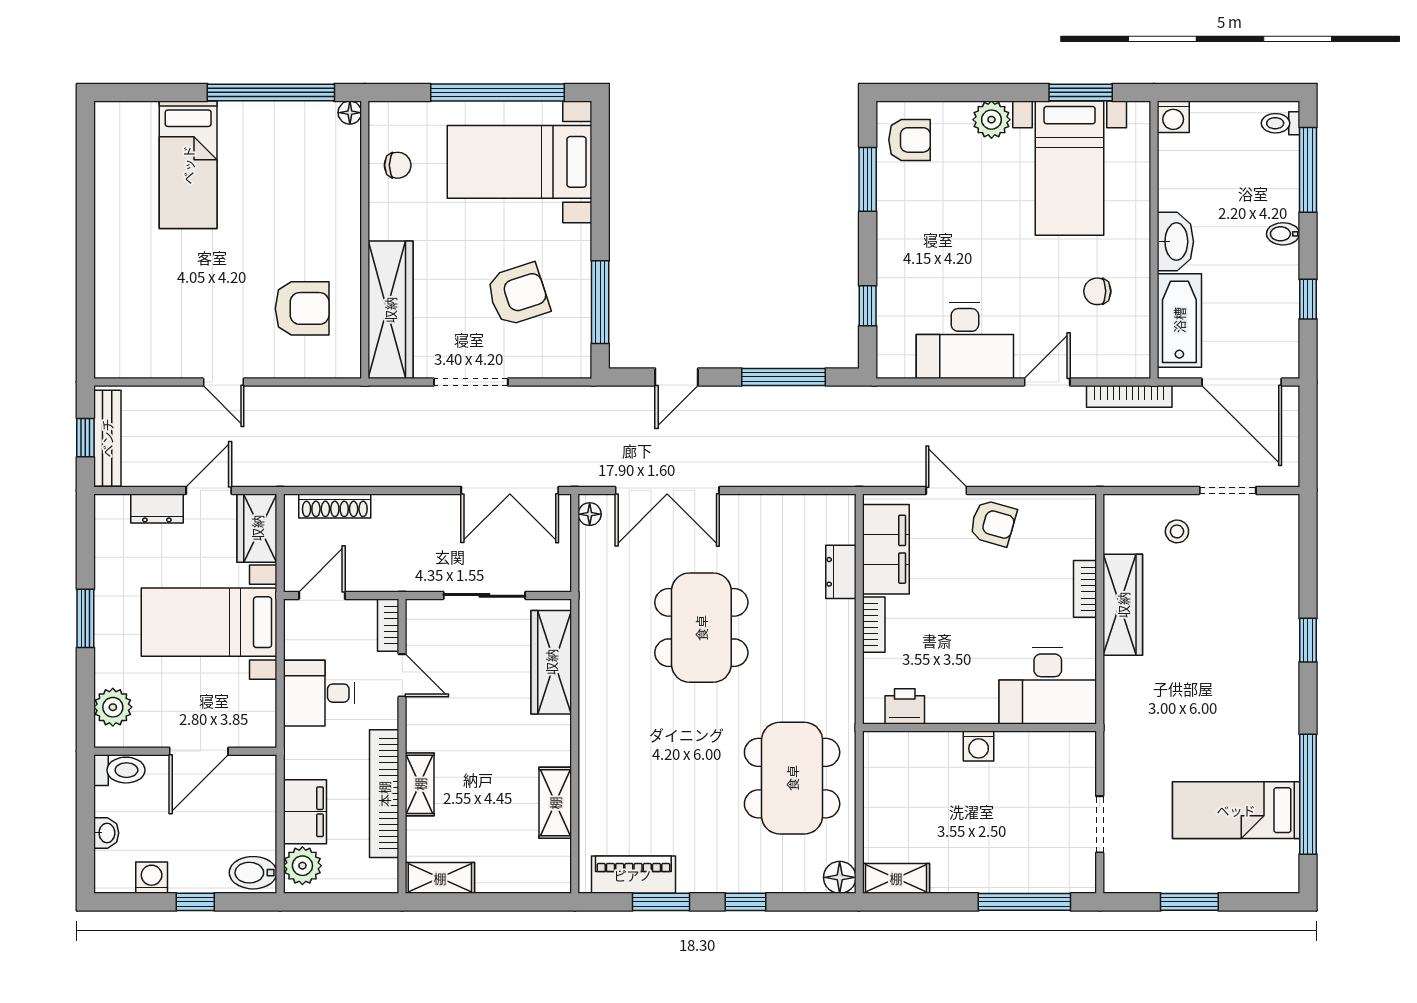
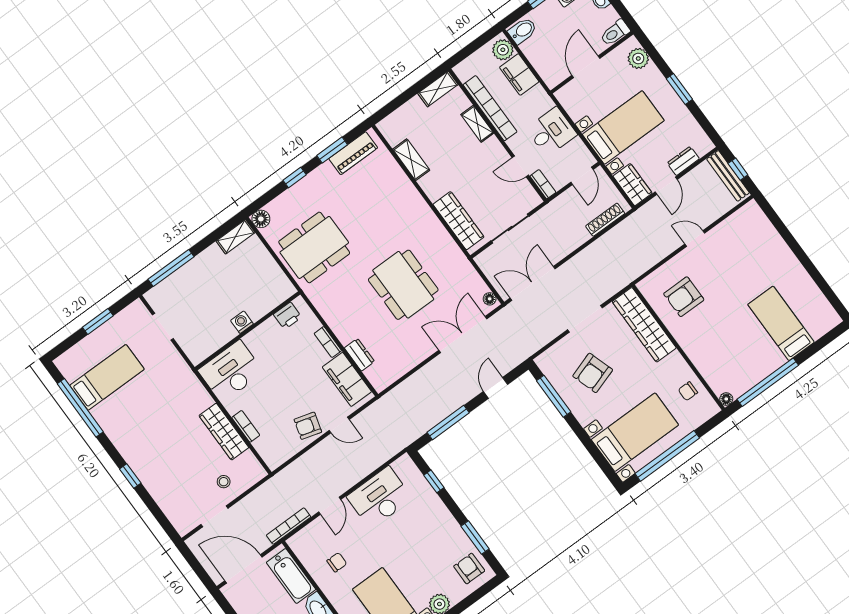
armchair: (910, 140) -> (469, 569), turned 90
dining table: (792, 778) -> (314, 247), turned 90

